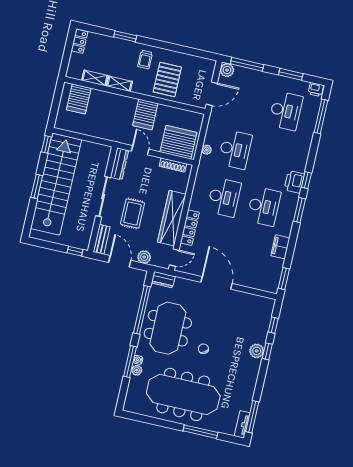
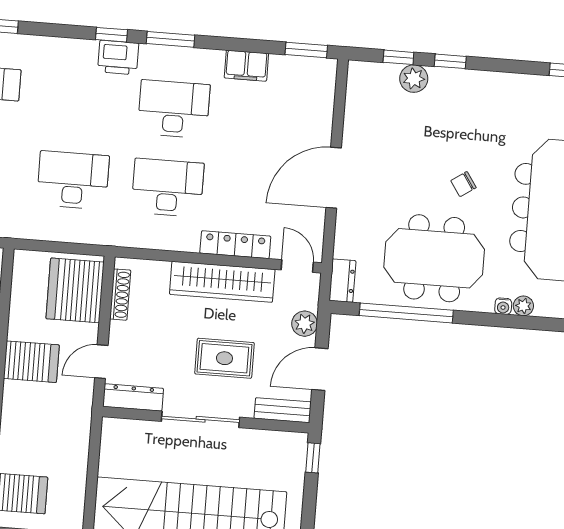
plant: (207, 150) -> (81, 235), removed
plant: (257, 351) -> (414, 79), moved
window: (130, 362) -> (509, 321), removed

